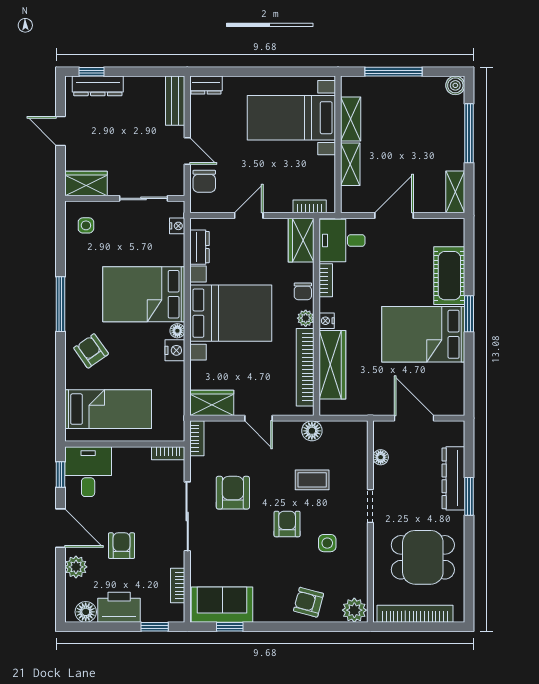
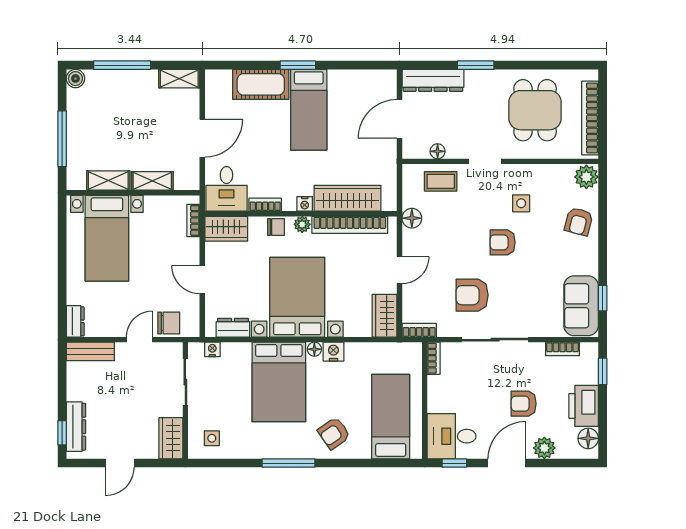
door: (394, 216) -> (202, 138), swing flipped
bed: (423, 334) -> (309, 110), width x0.67
dresser: (453, 478) -> (433, 80), moved
coffee table: (312, 480) -> (441, 181), moved, turned 90

